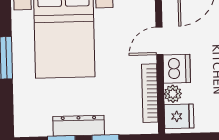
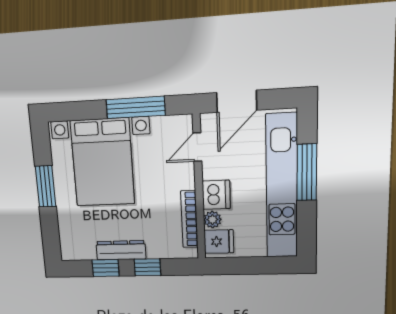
door: (159, 41) -> (197, 147), moved

